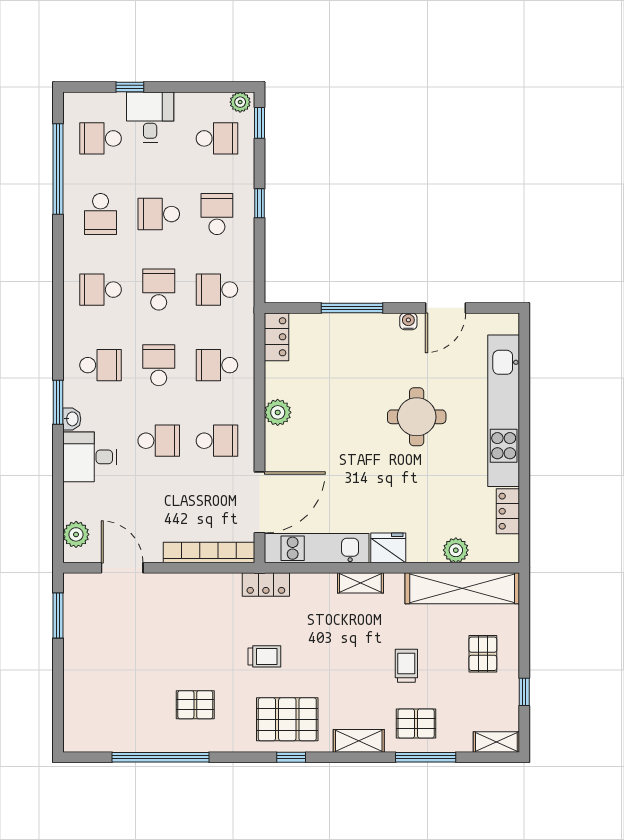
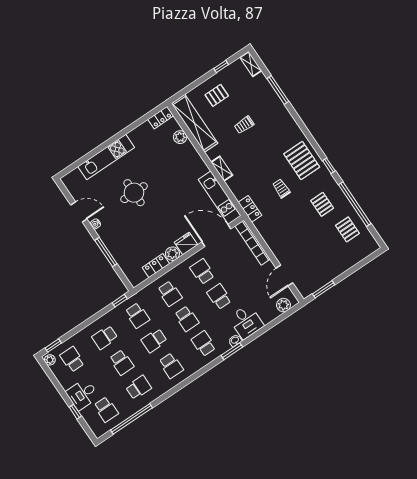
window: (259, 203) -> (120, 301), moved
locker: (276, 337) -> (156, 266), moved
school desk: (159, 365) -> (187, 319), turned -90
kitchen unit: (504, 411) -> (106, 157), width x0.73
locker: (508, 511) -> (161, 118), moved
fridge: (388, 548) -> (186, 244), moved, turned 90
pallet: (416, 723) -> (347, 229), moved
shelving: (359, 741) -> (290, 124), removed
window: (291, 757) -> (329, 166), moved

